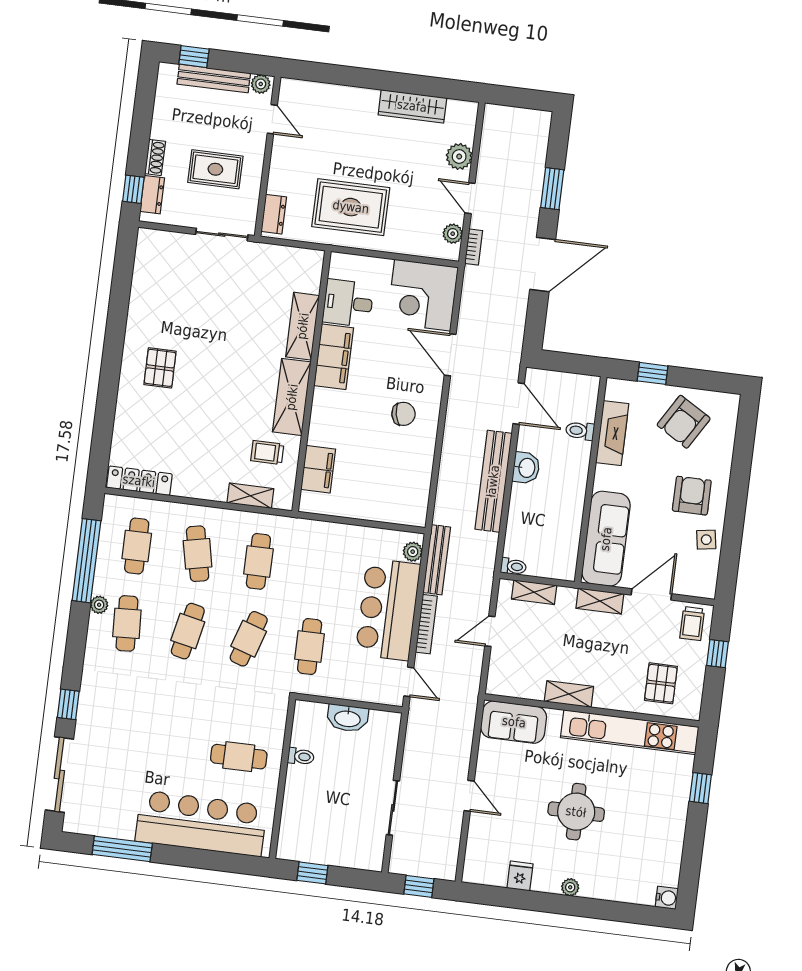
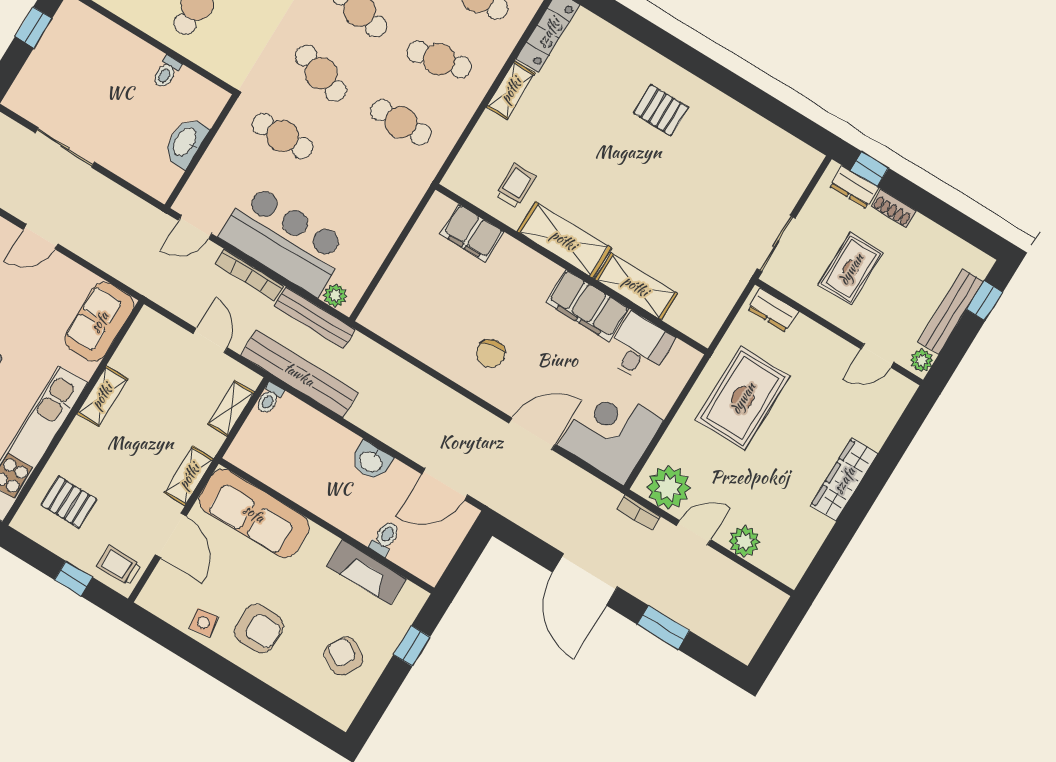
wardrobe: (412, 106) -> (844, 480), moved
plant: (453, 234) -> (669, 488), width x1.88, depth x1.88
armchair: (684, 422) -> (344, 656), width x0.72, depth x0.72
bench: (493, 481) -> (299, 374), moved
shelving: (250, 496) -> (511, 90), moved

